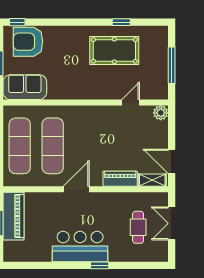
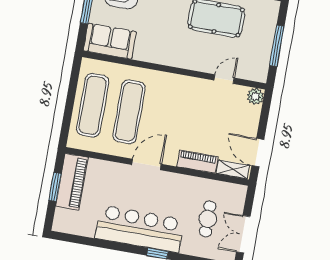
double door: (172, 223) -> (243, 234), moved
bar counter: (80, 247) -> (140, 229), width x1.36

